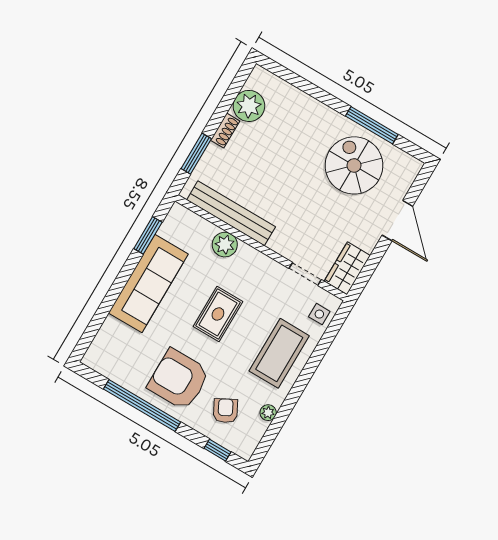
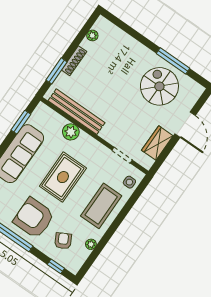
plant: (249, 106) -> (92, 35), width x0.53, depth x0.53
shoe rack: (225, 131) -> (74, 61), width x1.43
wardrobe: (347, 268) -> (157, 143), moved
rug: (218, 314) -> (63, 177), width x1.36, depth x1.43

